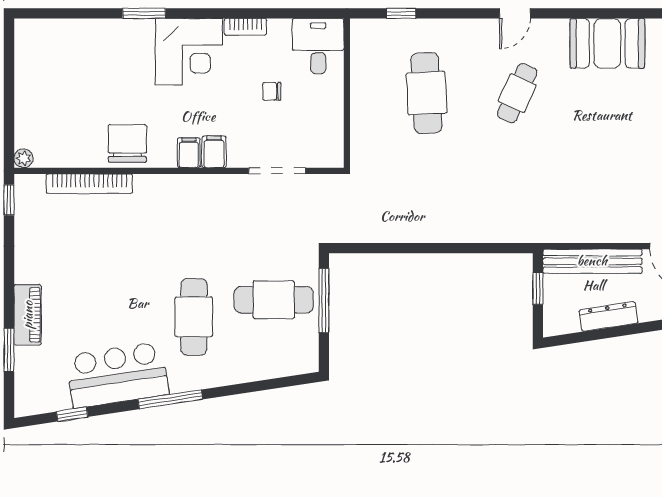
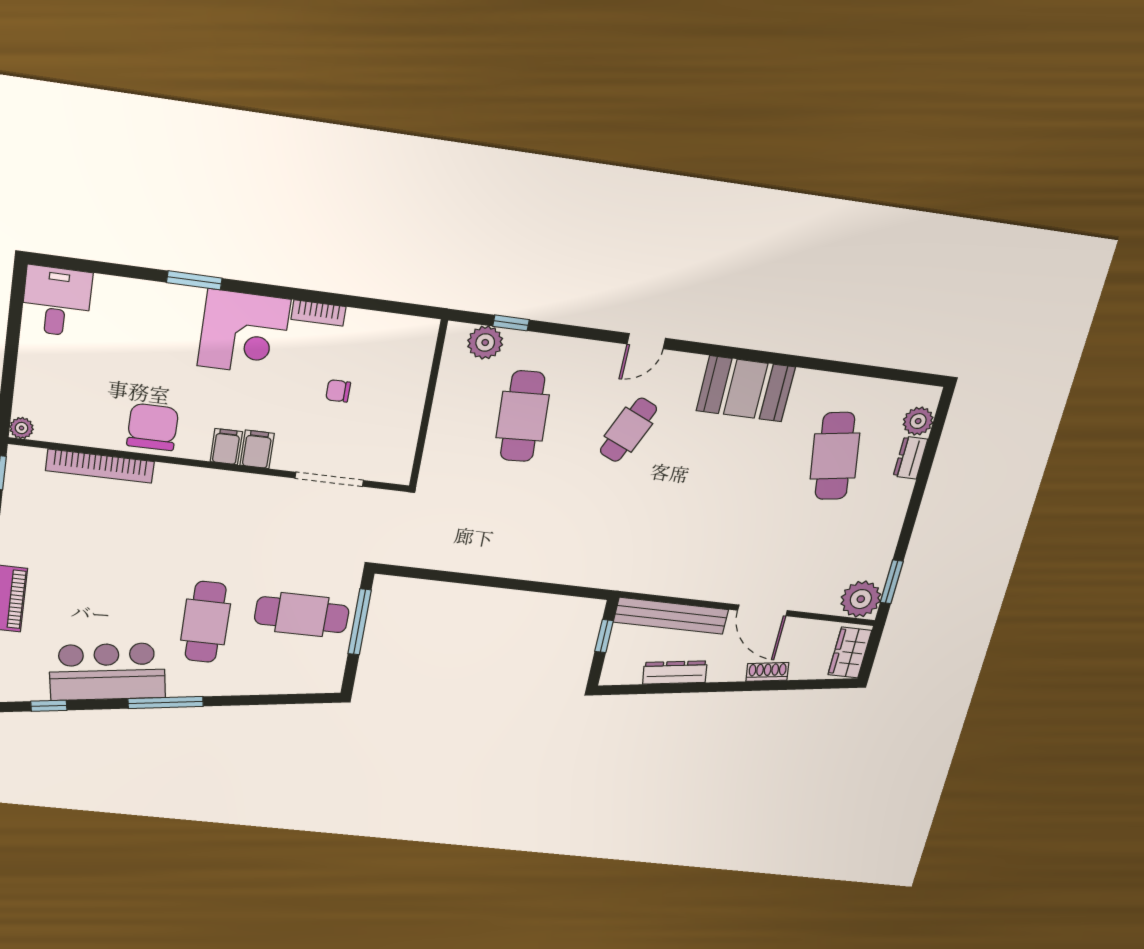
plant: (383, 33) -> (485, 343), added
desk: (318, 46) -> (57, 301), moved

